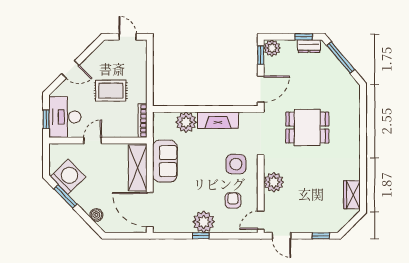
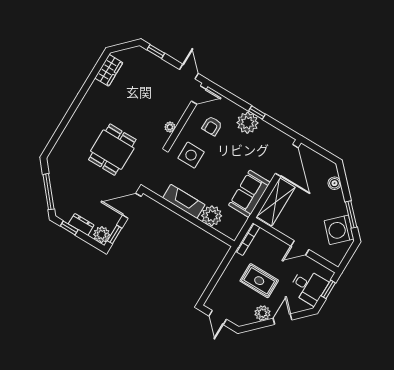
dresser: (309, 46) -> (81, 224), moved
plant: (91, 64) -> (262, 313), added
door: (70, 69) -> (282, 319), hinge flipped
desk: (65, 117) -> (308, 287), width x0.73
dining table: (307, 128) -> (112, 150), turned 90
plant: (274, 182) -> (170, 127), width x0.53, depth x0.53

